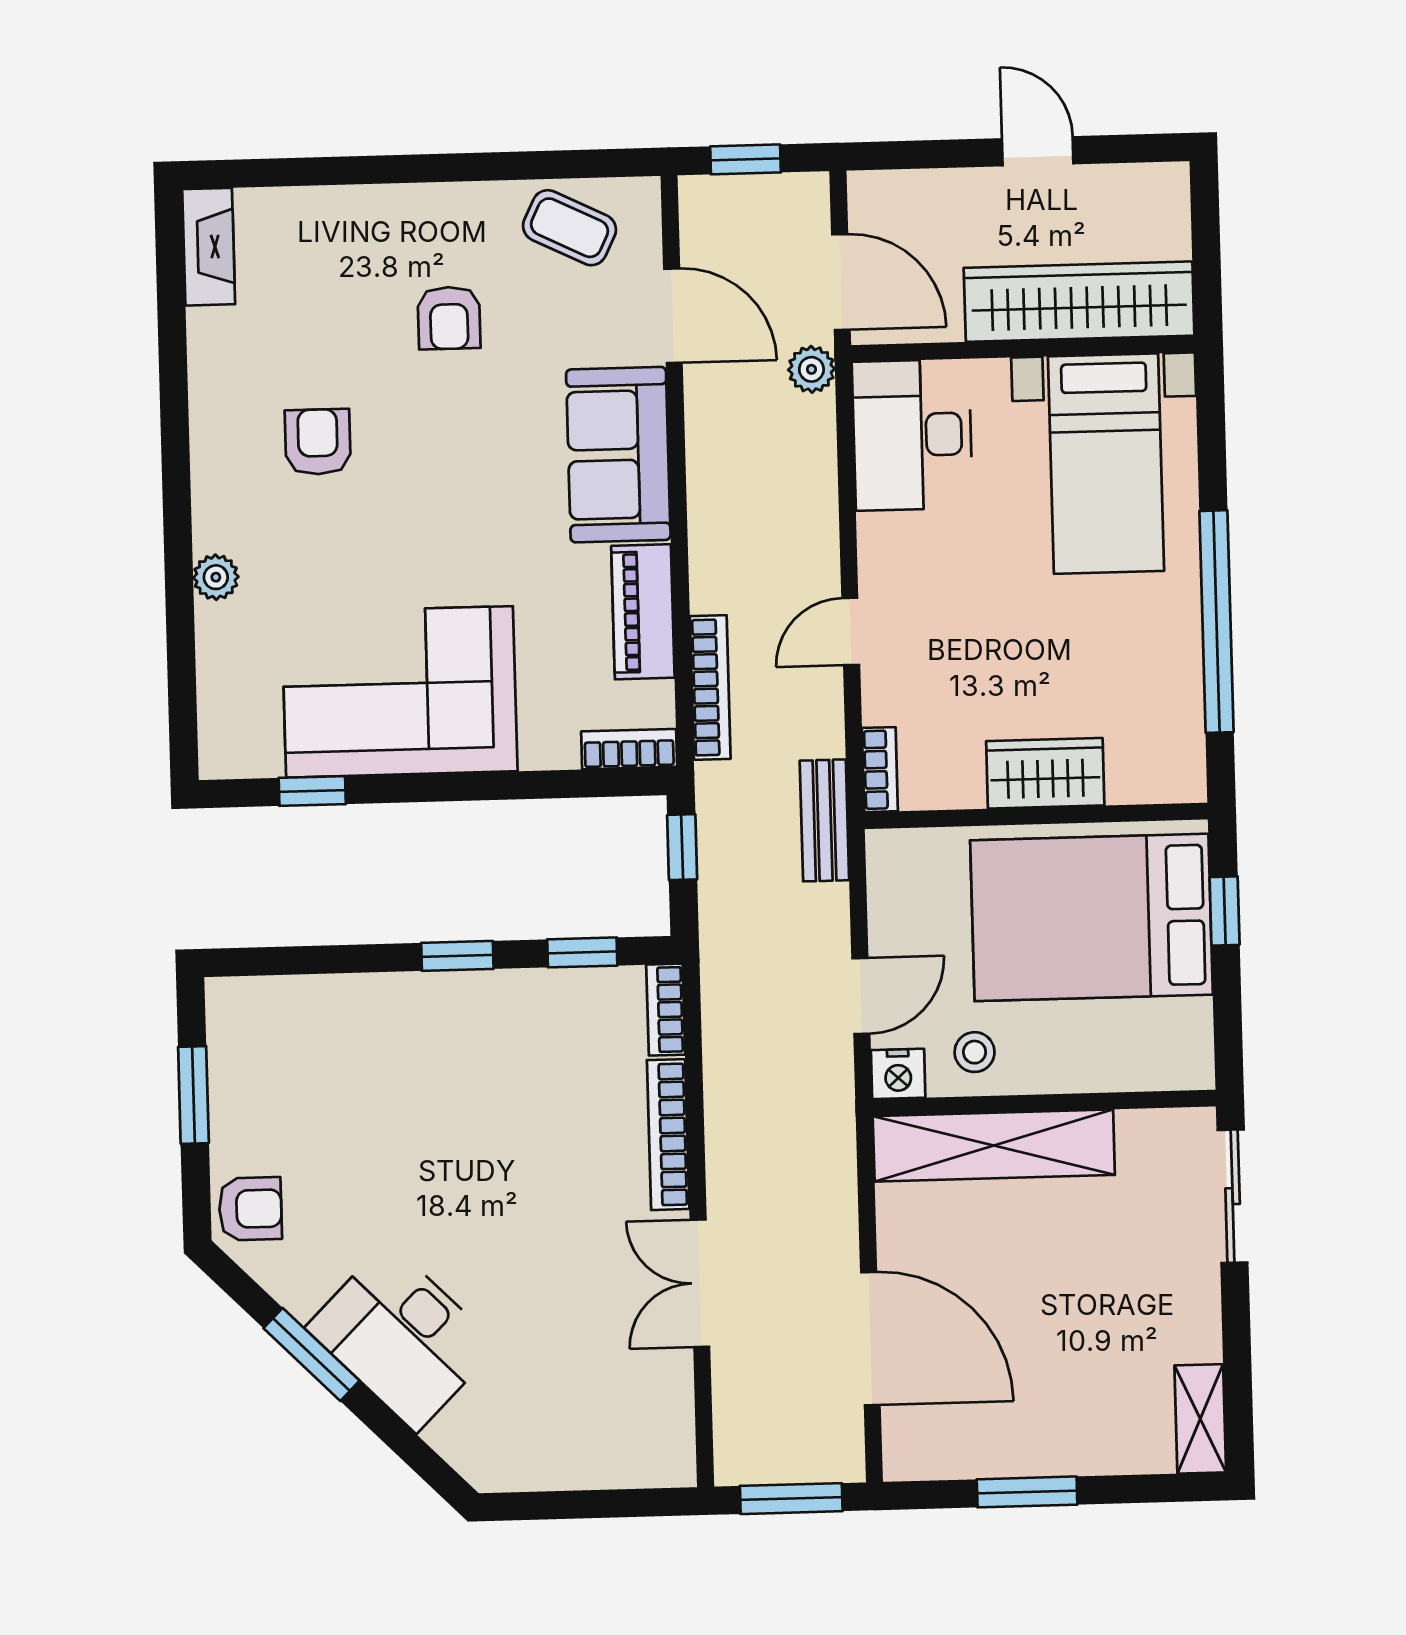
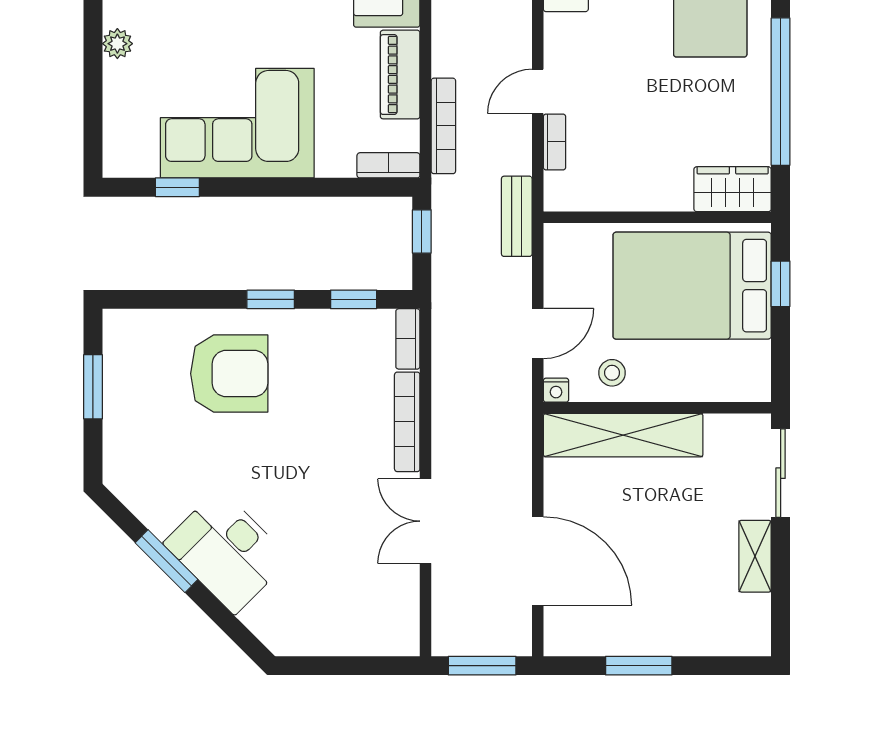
bookcase: (880, 770) -> (554, 142), moved
wardrobe: (1045, 773) -> (733, 189), moved
nightstand: (898, 1074) -> (556, 390), width x0.72, depth x0.74
armchair: (250, 1209) -> (229, 374), moved, width x1.88, depth x1.88
shelving: (1200, 1419) -> (755, 556), moved

